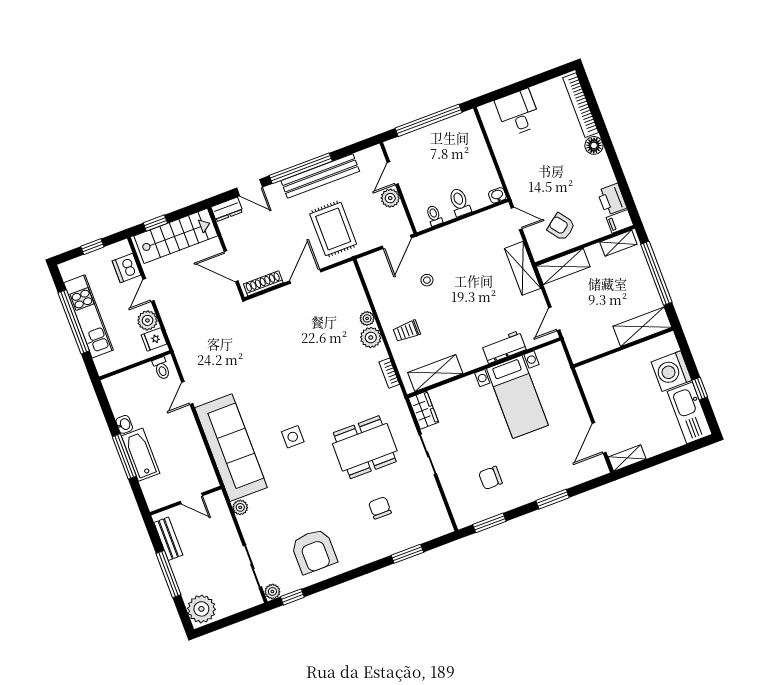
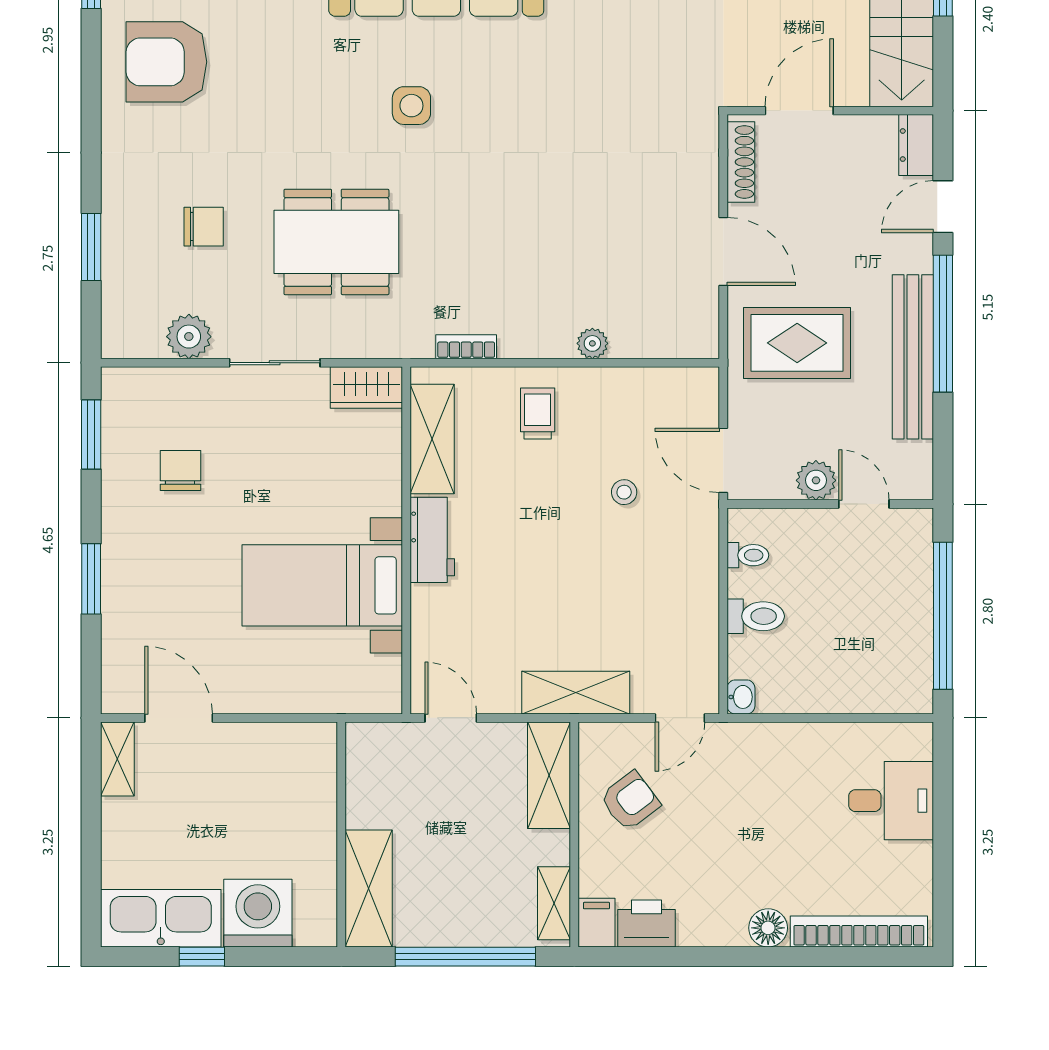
plant: (371, 338) -> (189, 337), moved
workbench: (504, 347) -> (432, 540), moved
dining table: (365, 447) -> (336, 242), turned 90

